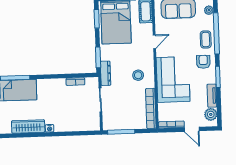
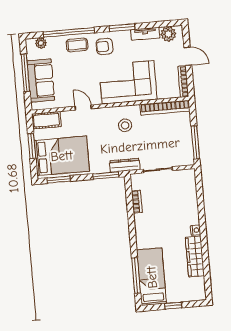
door: (192, 129) -> (188, 56), hinge flipped

